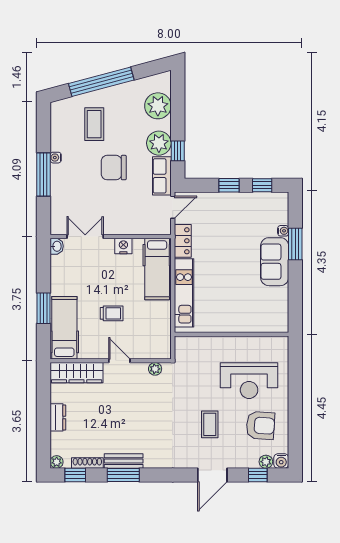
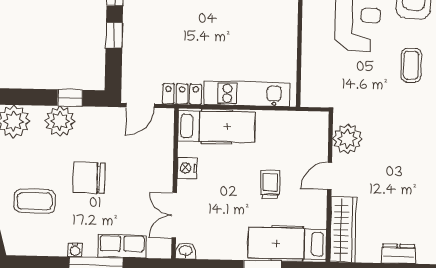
chair: (114, 168) -> (89, 178), turned 90
row of seats: (162, 176) -> (122, 246), moved, turned 180
door: (173, 207) -> (140, 106), swing flipped
plant: (155, 369) -> (347, 139), width x1.88, depth x1.88
coffee table: (210, 424) -> (411, 65), turned 90

